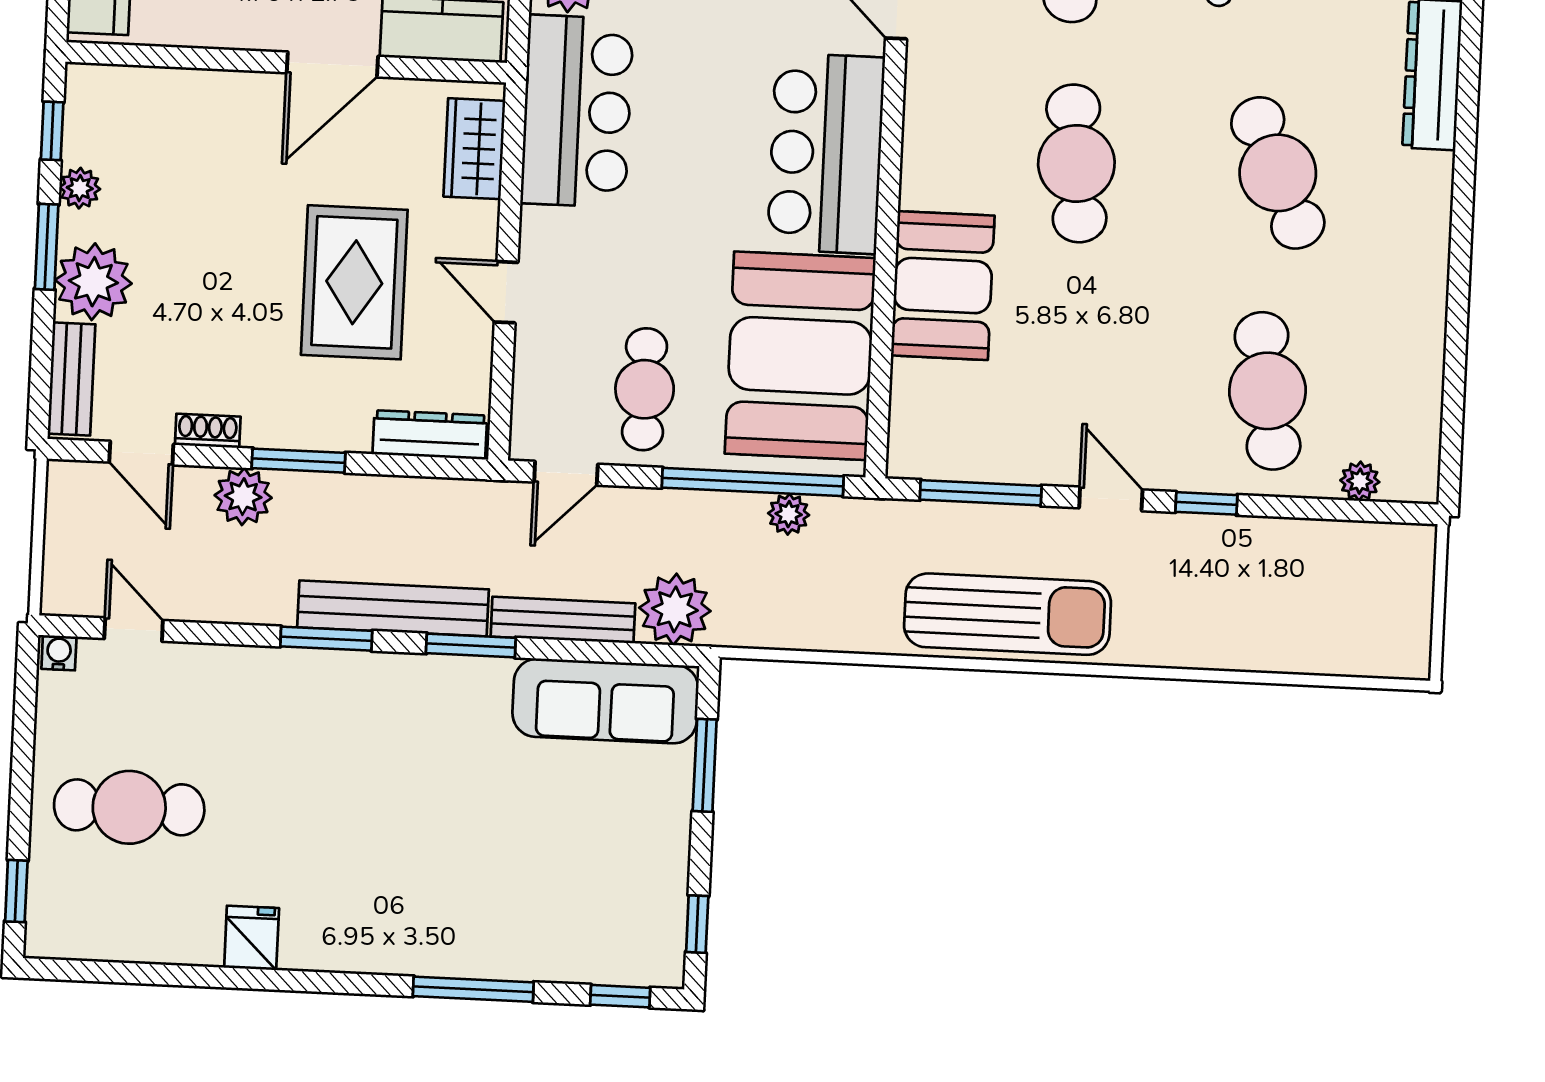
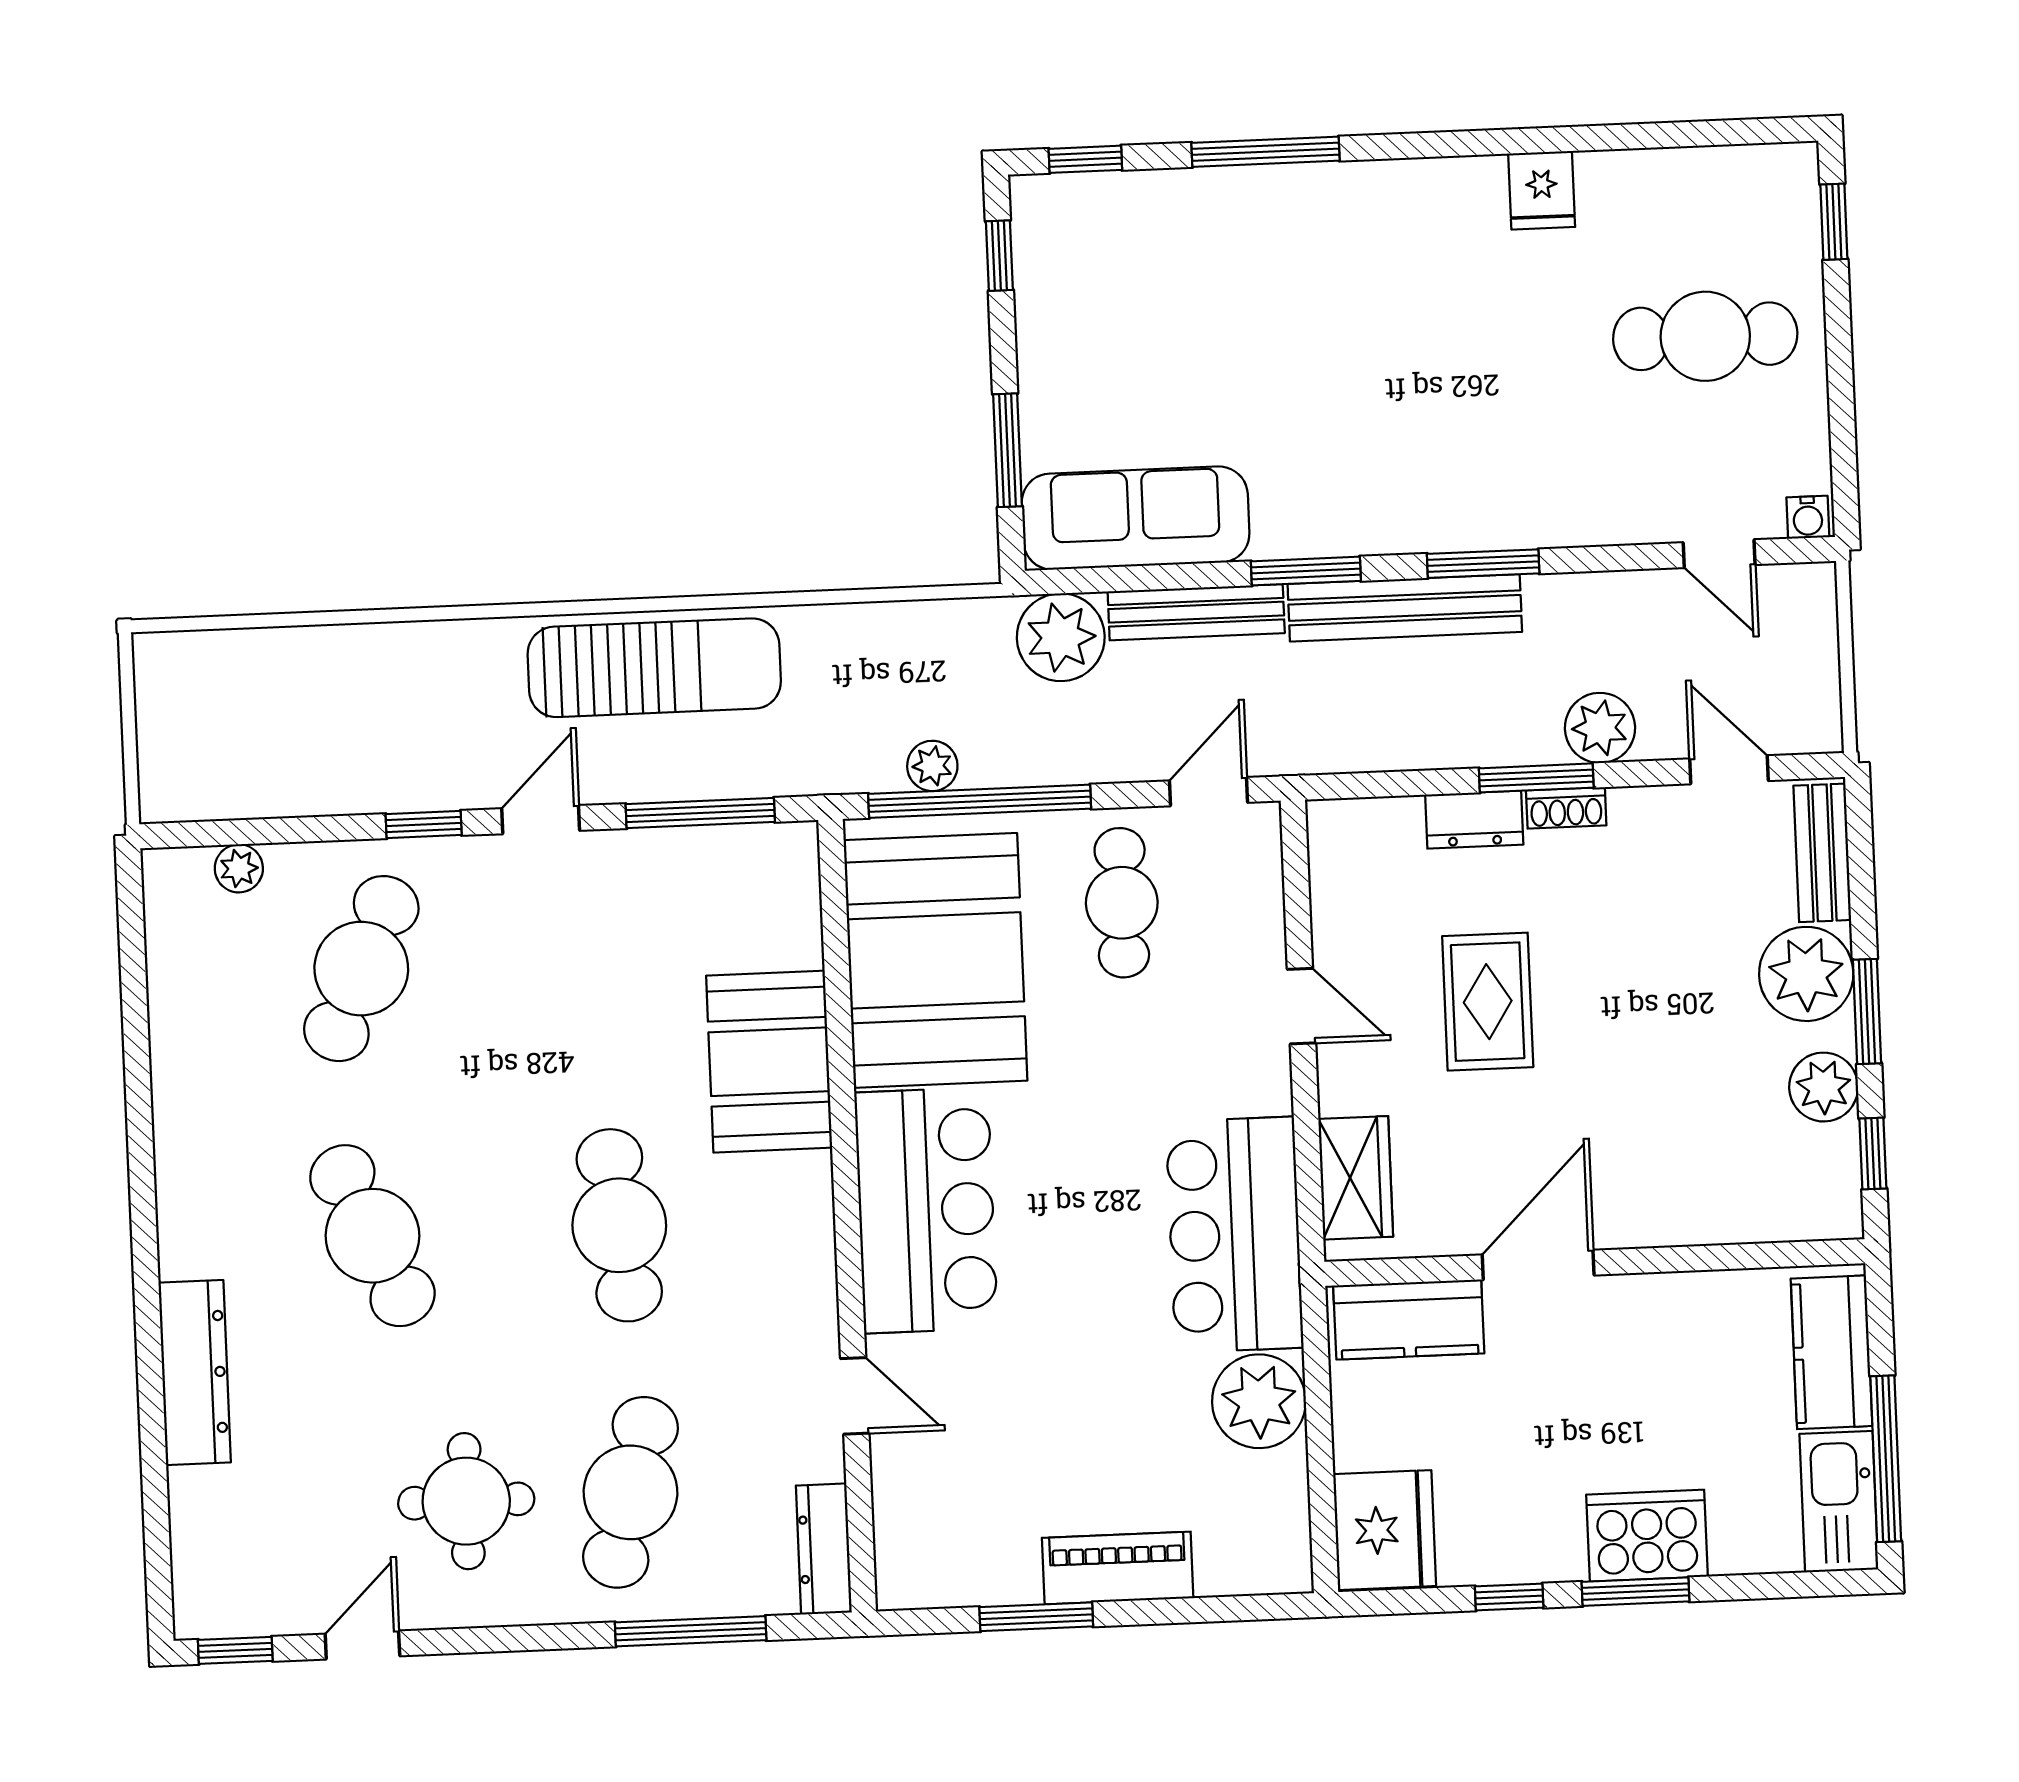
plant: (80, 188) -> (1824, 1087), width x1.38, depth x1.38
rug: (354, 282) -> (1488, 1002), width x0.73, depth x0.70
cafe table: (1268, 391) -> (361, 969), turned 33
shoe rack: (208, 431) -> (1566, 808), moved
dresser: (430, 435) -> (1474, 820), moved, width x0.70
door: (1111, 499) -> (541, 820), swing flipped
sun lounger: (1008, 614) -> (654, 668), turned 180

